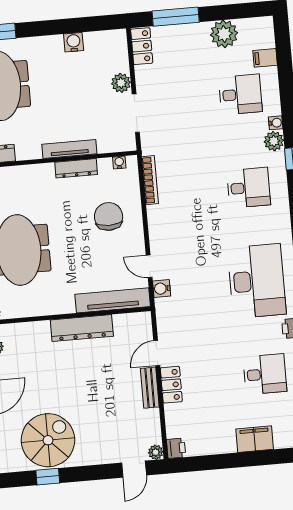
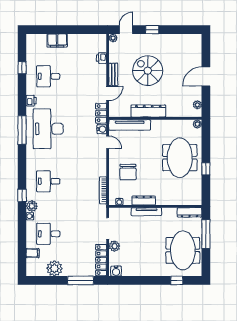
water cooler: (74, 42) -> (116, 271), moved
locker: (142, 46) -> (101, 260), width x1.53
locker: (171, 385) -> (101, 113), moved
spiral stairs: (48, 440) -> (148, 71), moved, turned 90
printer: (176, 448) -> (101, 58), moved
window: (48, 477) -> (152, 30), moved

